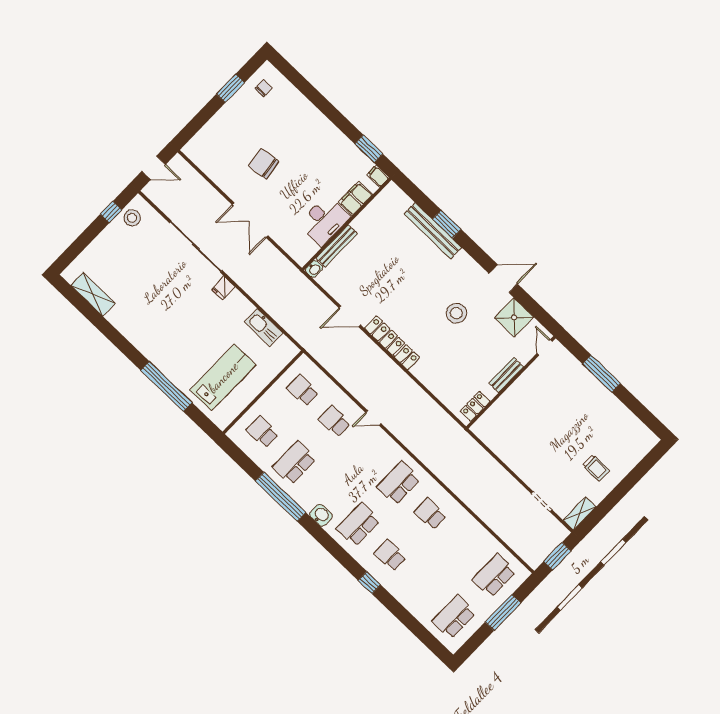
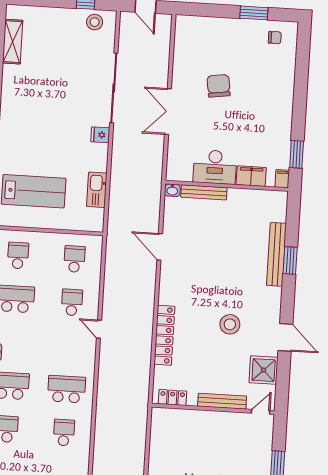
locker: (392, 343) -> (164, 335), moved
bench: (506, 375) -> (222, 401), width x1.36

